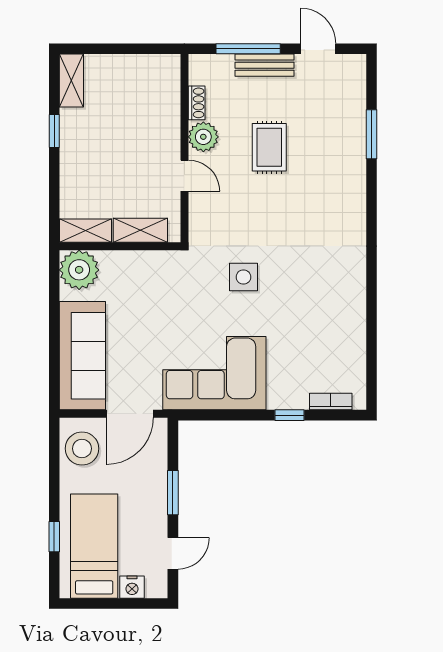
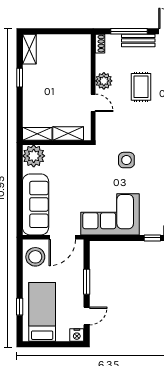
shoe rack: (197, 103) -> (100, 44), moved
nightstand: (132, 587) -> (77, 335), moved

